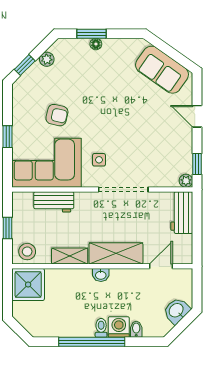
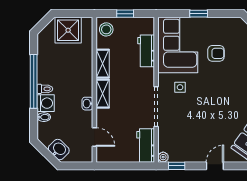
armchair: (57, 115) -> (216, 53), turned -103
workbench: (182, 213) -> (146, 146), moved, turned -90
shelving: (116, 253) -> (103, 94), width x0.67, depth x0.75
washbasin: (101, 275) -> (87, 104), moved
shower: (28, 285) -> (68, 30), moved

